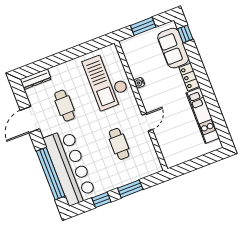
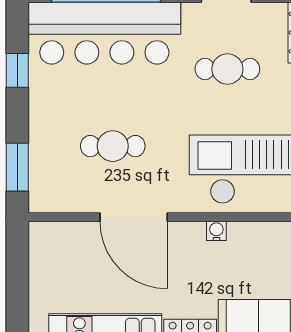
door: (147, 122) -> (134, 217), width x1.88
window: (130, 189) -> (17, 167), moved

